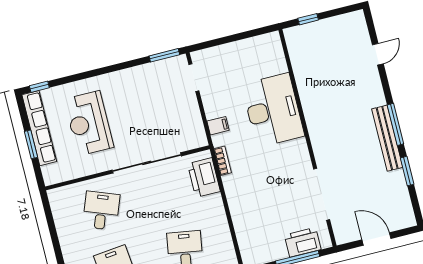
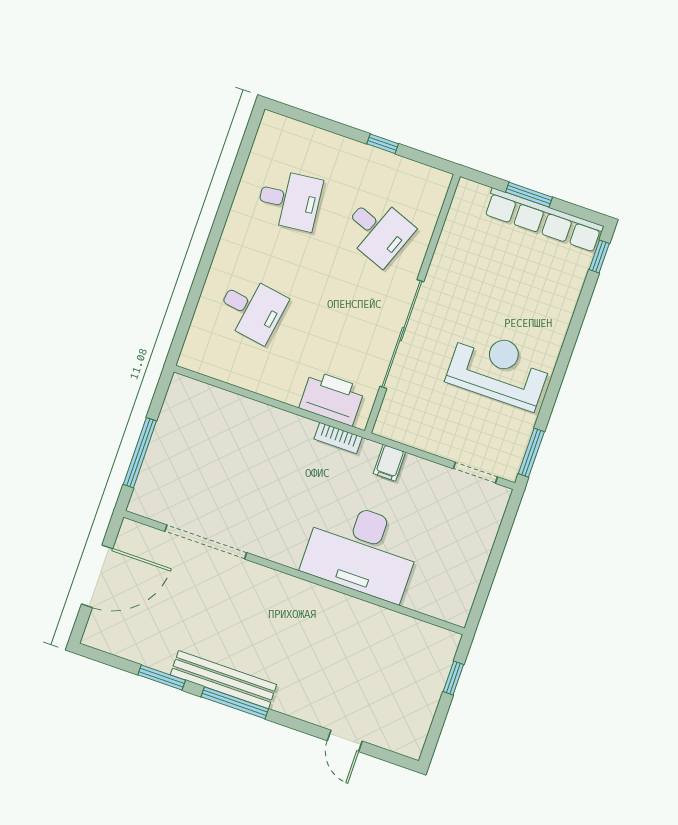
reception desk: (89, 123) -> (499, 369), moved
window: (54, 238) -> (383, 144), added
door: (376, 239) -> (97, 576), width x1.36
printer: (303, 242) -> (158, 474), removed

